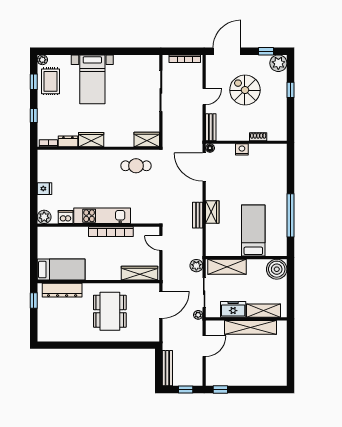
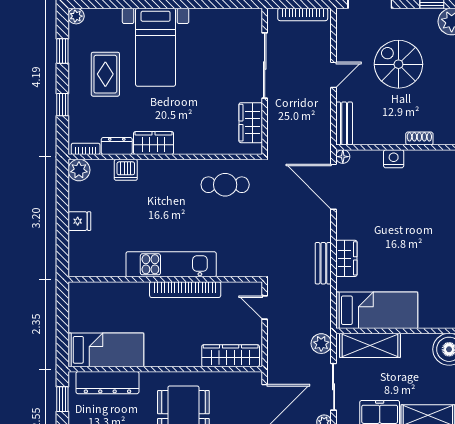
rug: (51, 81) -> (105, 74), moved
wardrobe: (147, 139) -> (251, 123), moved, turned -90
plant: (44, 217) -> (79, 170), moved
dishwasher: (66, 217) -> (126, 170), moved, turned 180
bed: (253, 231) -> (377, 310), moved, turned 90

